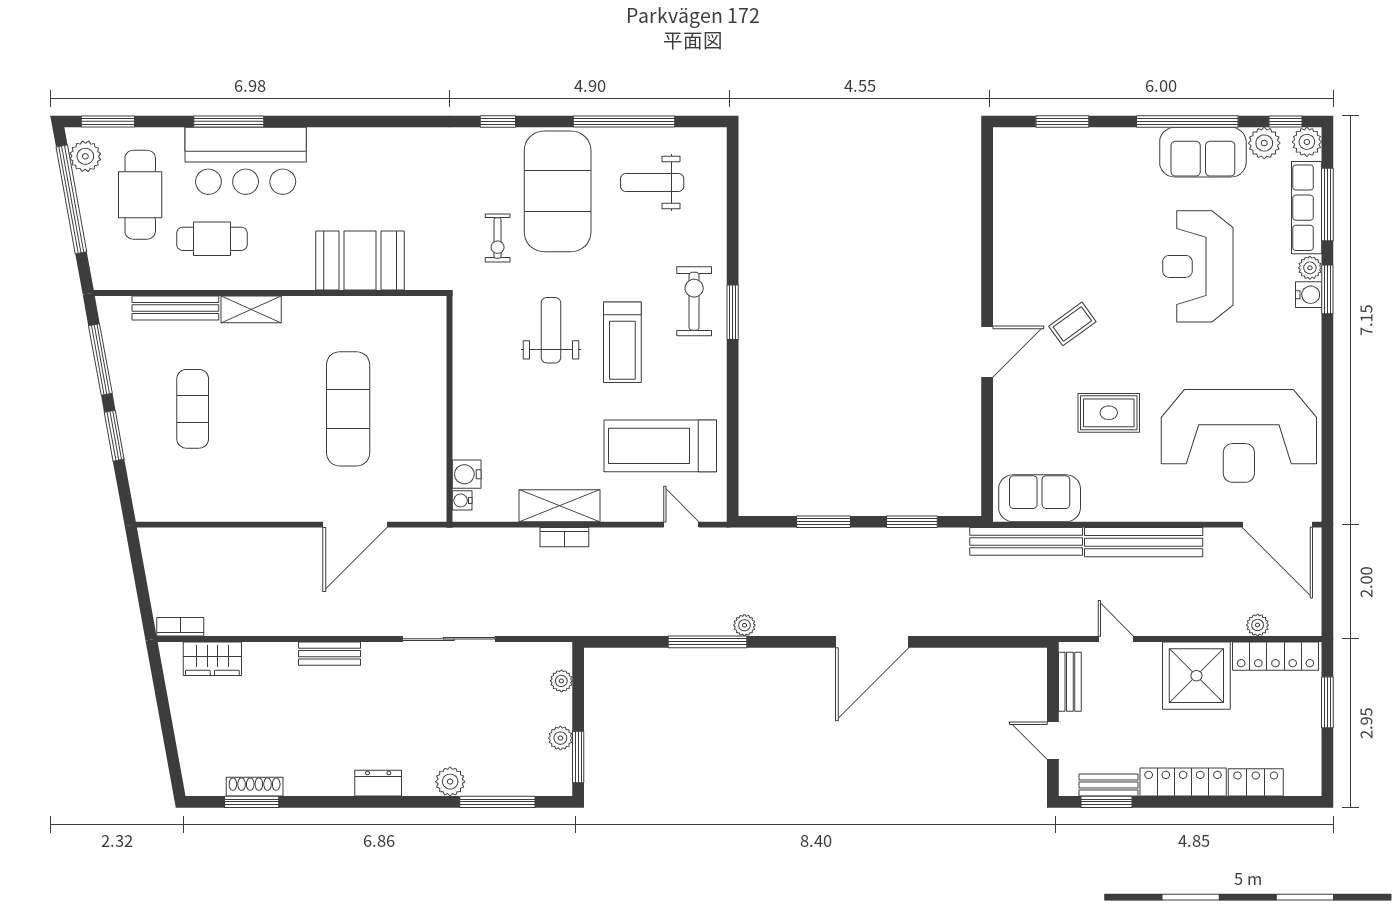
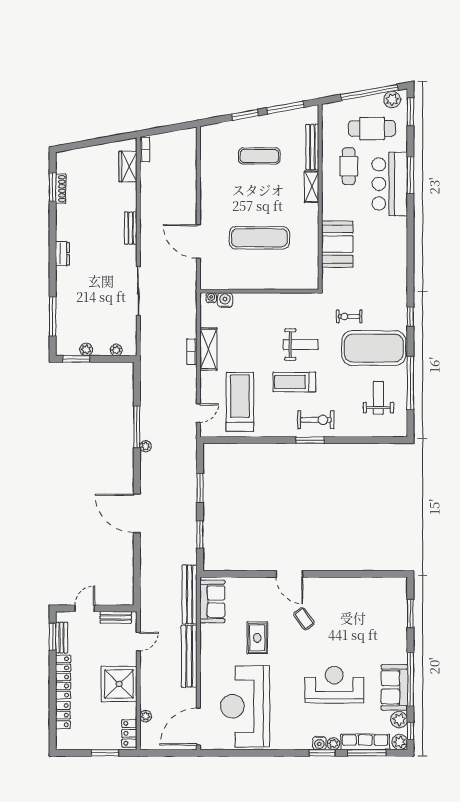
locker: (1275, 656) -> (129, 733), width x0.66
plant: (450, 782) -> (63, 291), removed

